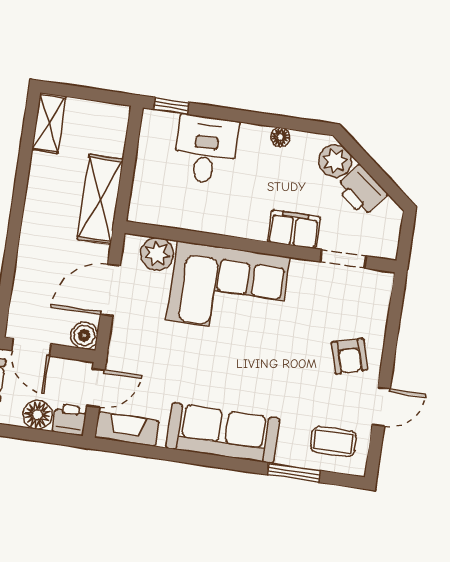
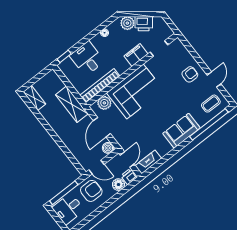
bookcase: (180, 217) -> (100, 86), added
armchair: (349, 356) -> (190, 74), turned -74
sofa: (223, 433) -> (181, 131), width x0.73
window: (294, 473) -> (209, 124), width x2.11

